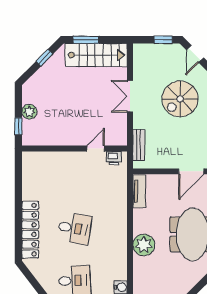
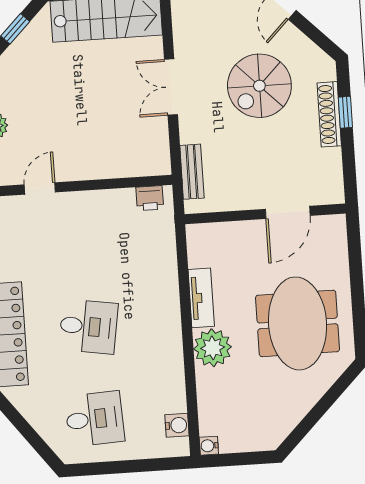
door: (96, 149) -> (40, 188), moved
tv unit: (139, 191) -> (201, 298), moved

